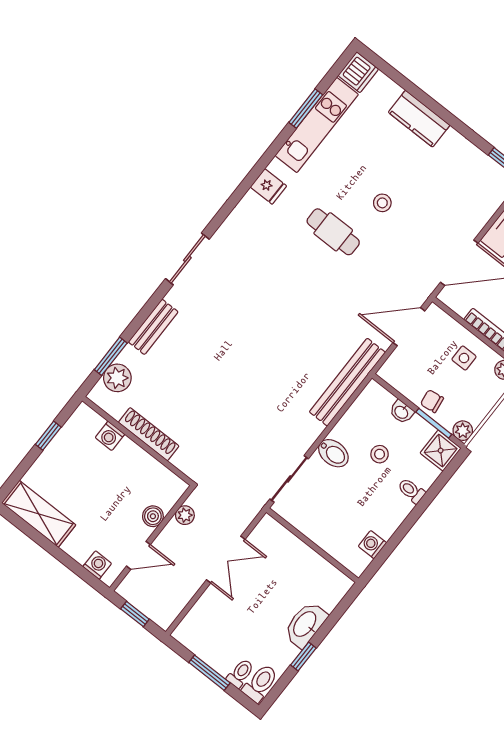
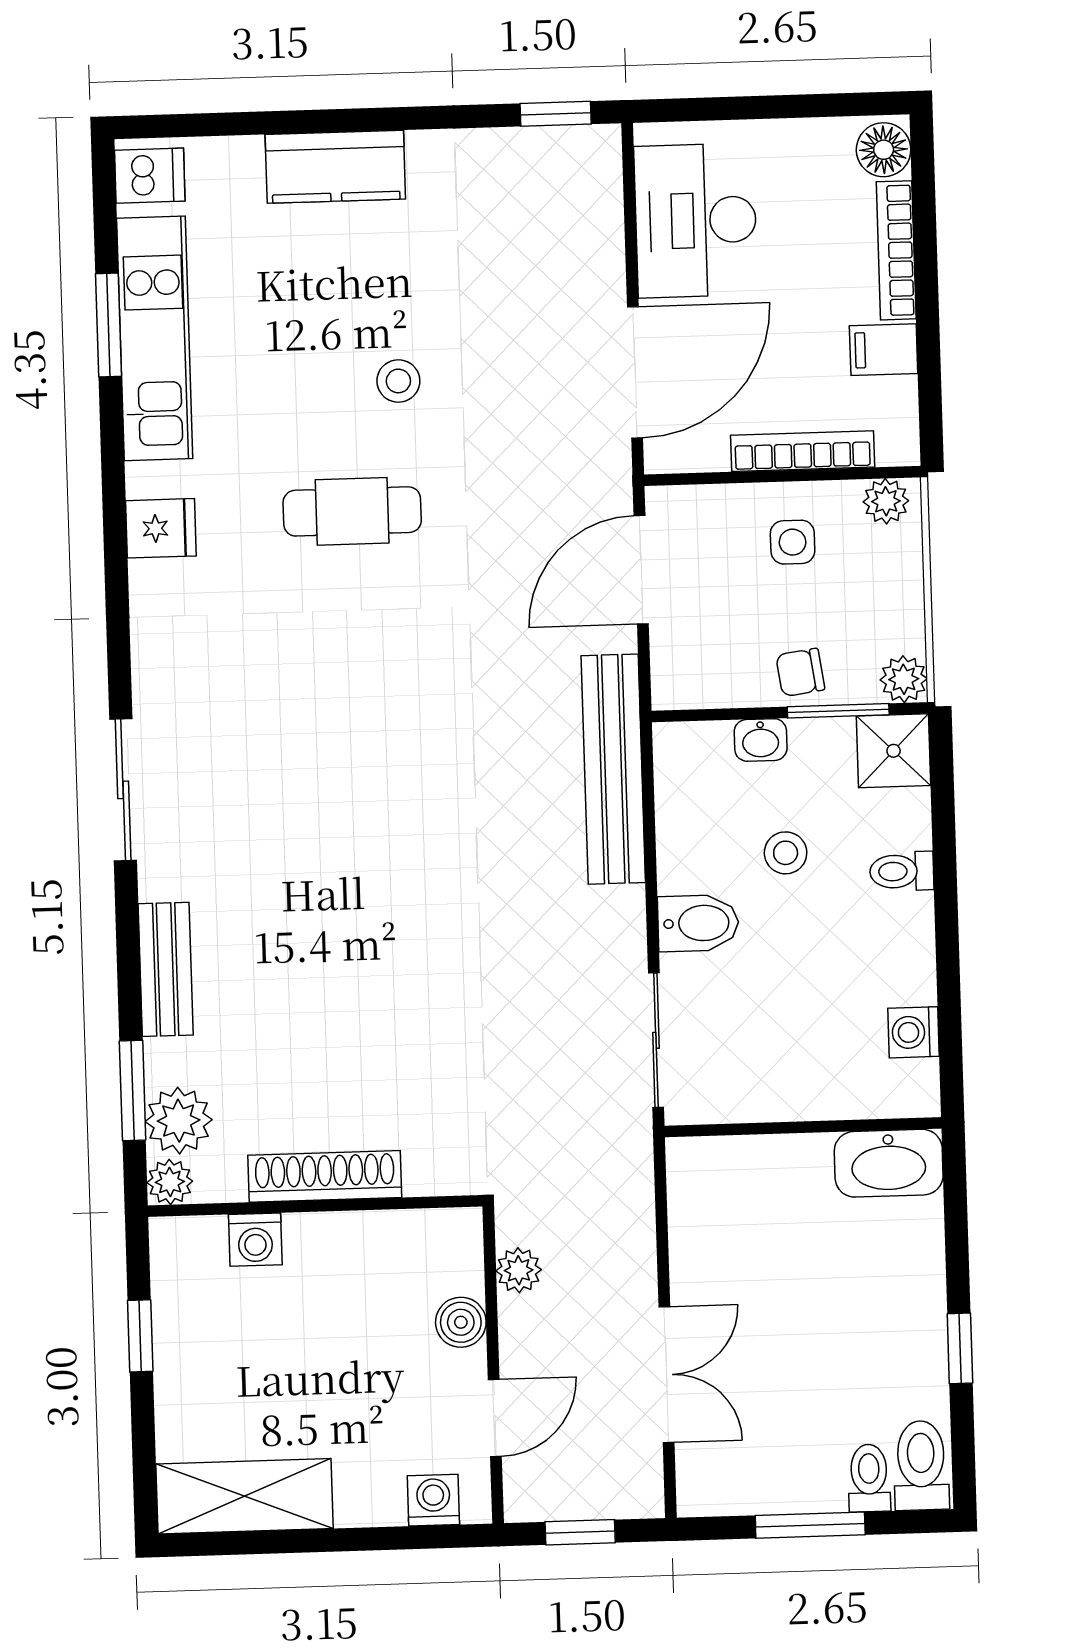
dishwasher: (358, 72) -> (150, 176), width x0.73
plant: (98, 395) -> (170, 1182), added
double door: (226, 560) -> (666, 1375), moved
washbasin: (305, 624) -> (889, 1163), moved, turned -90

